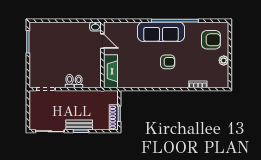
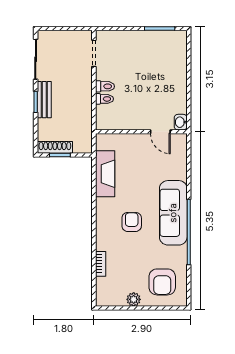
door: (102, 41) -> (160, 132), hinge flipped
armchair: (168, 62) -> (132, 222), turned 180
fireplace: (110, 71) -> (105, 174), moved, turned -90

